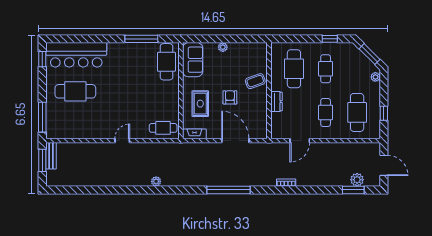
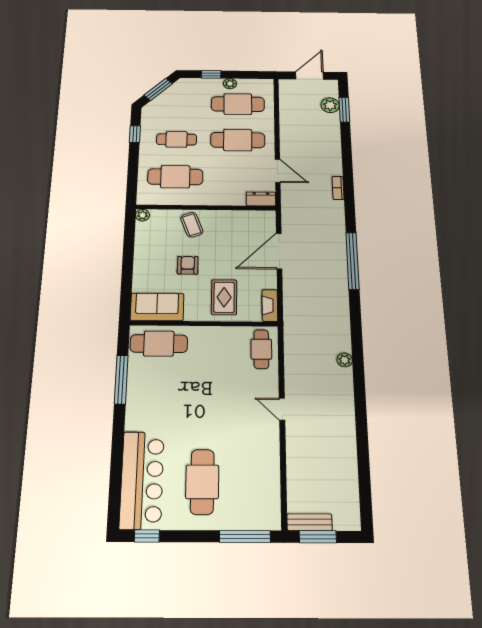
plant: (223, 47) -> (142, 215), moved
plant: (375, 77) -> (230, 84), moved
armchair: (230, 97) -> (188, 265), moved, turned 90
dresser: (277, 102) -> (261, 199), moved
rug: (200, 104) -> (224, 297), turned 90
cafe table: (326, 112) -> (238, 140), width x1.37, depth x1.35
window: (384, 113) -> (211, 74), moved

